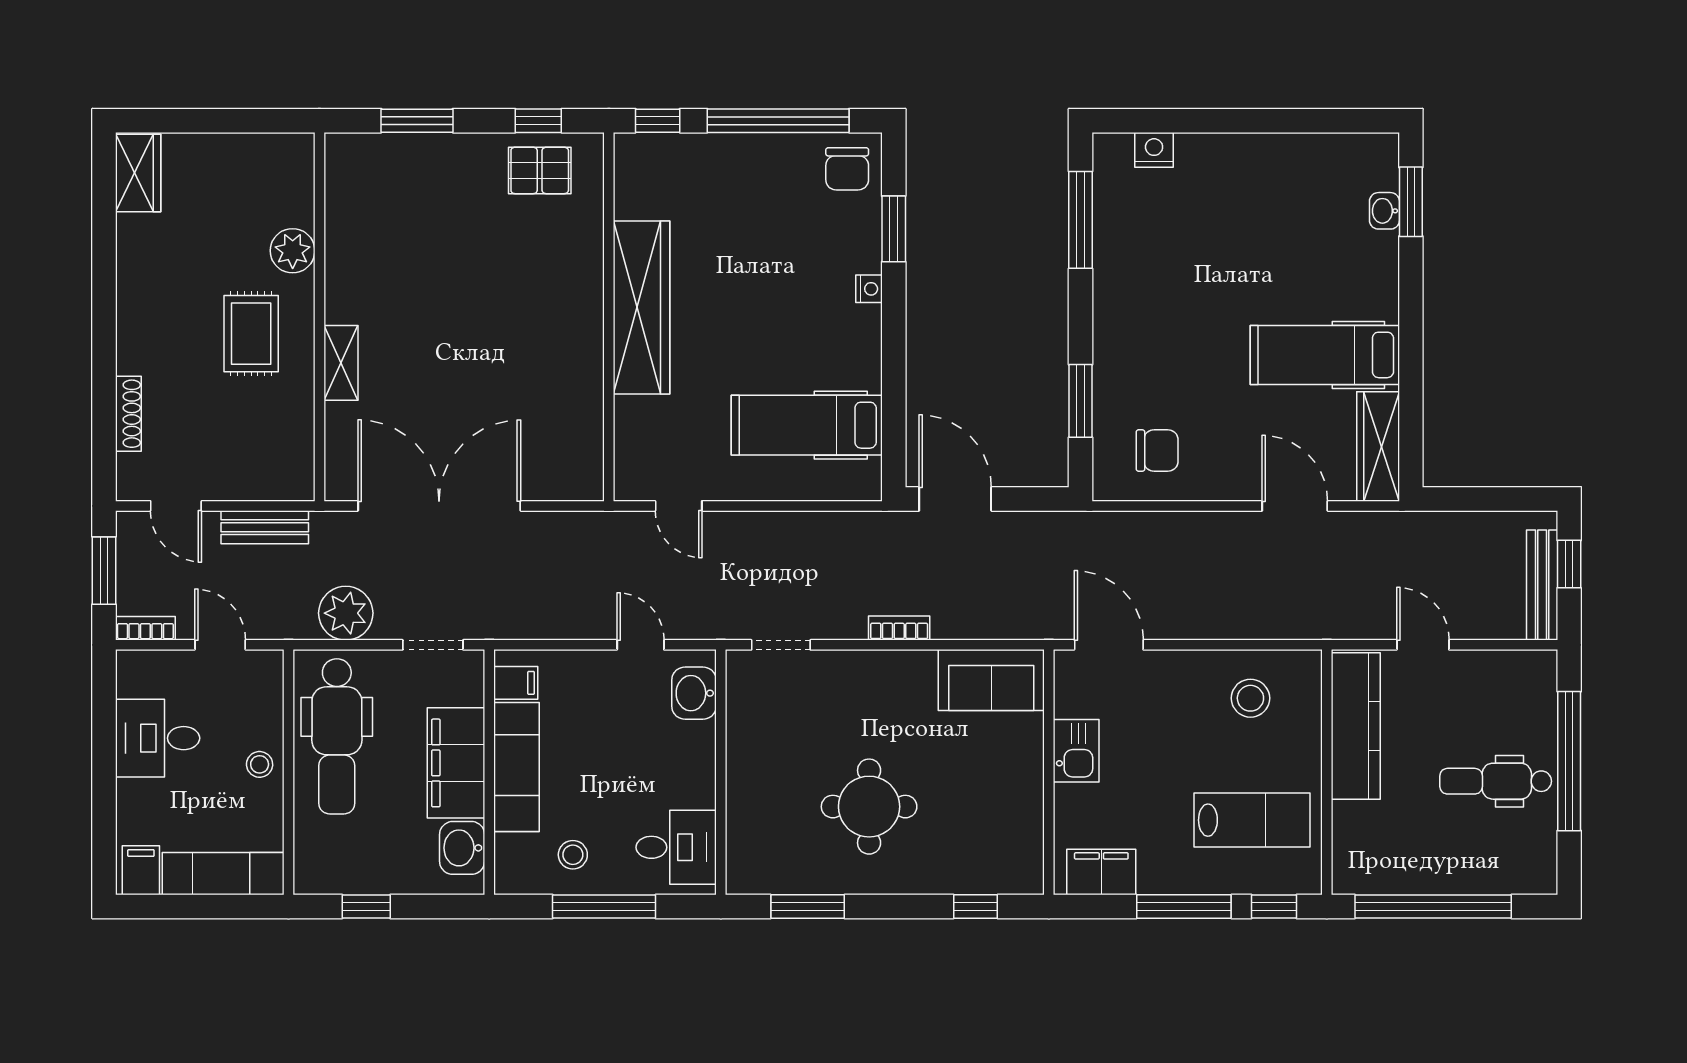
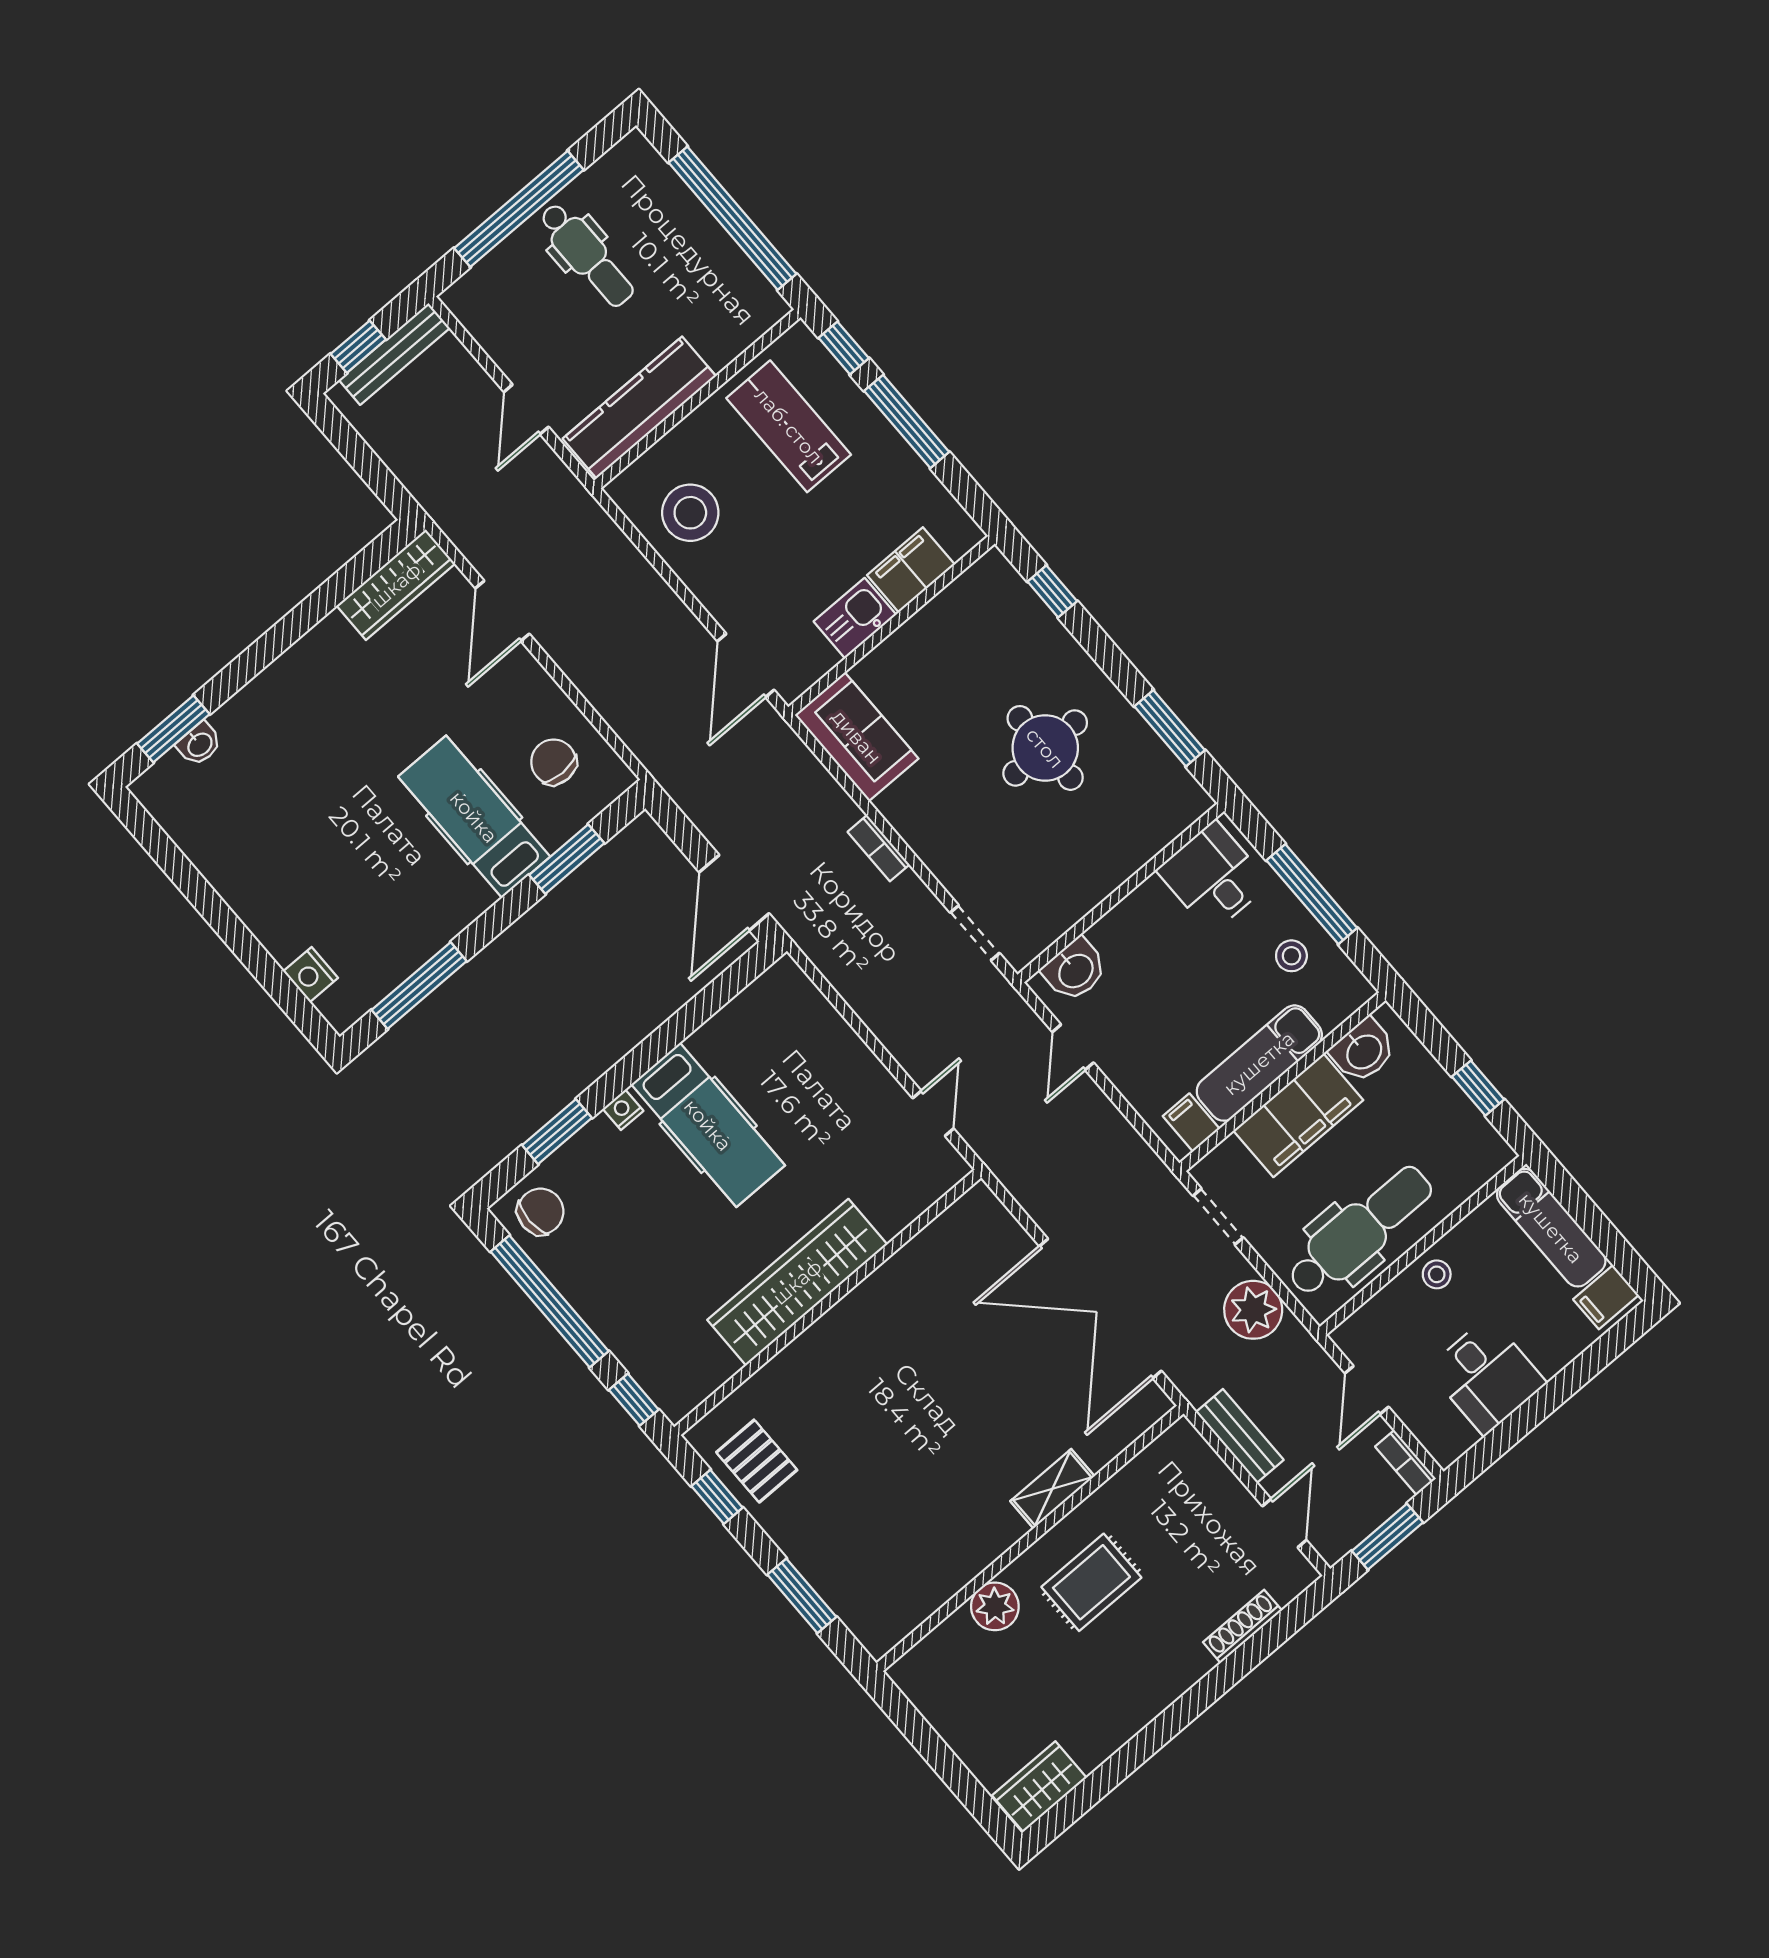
hospital bed: (1325, 355) -> (474, 817), moved, turned 180
hospital bed: (807, 425) -> (708, 1125), moved
stool: (1250, 698) -> (690, 513), width x1.38, depth x1.38
filing cabinet: (1101, 872) -> (911, 570), moved, turned 90

